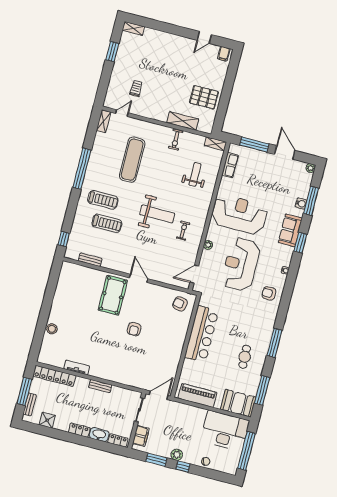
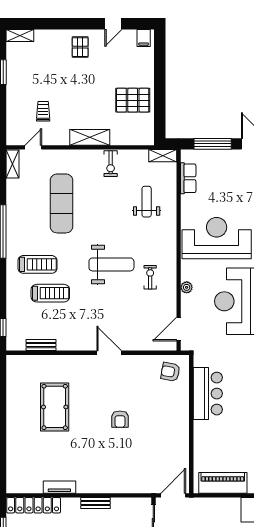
pallet: (175, 48) -> (80, 47), added
shelving: (183, 121) -> (90, 137), moved
pool table: (113, 295) -> (55, 407), moved
stool: (52, 329) -> (15, 446), removed
bar counter: (202, 334) -> (208, 394), width x0.73

